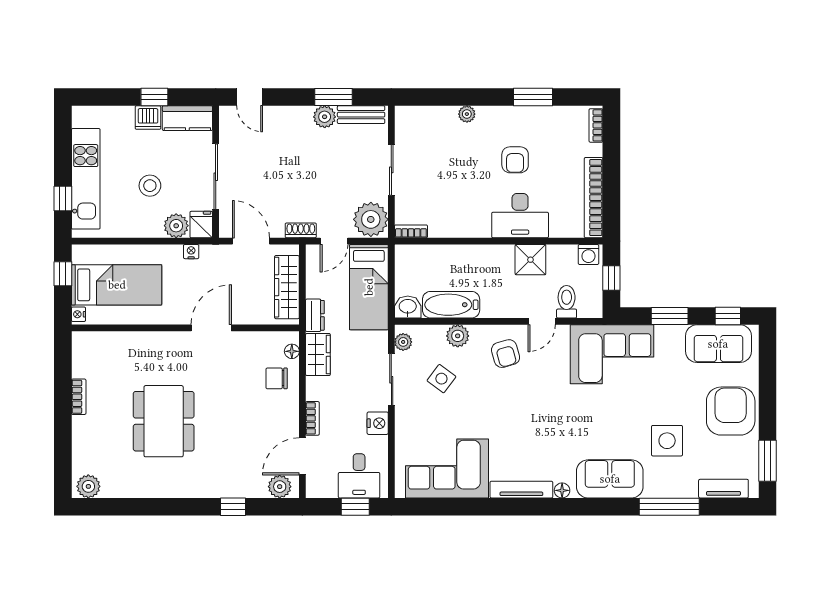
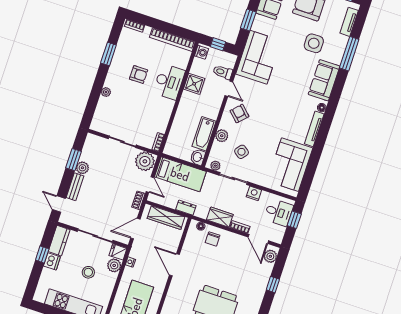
door: (250, 97) -> (59, 204), swing flipped
bench: (361, 115) -> (75, 187), moved
armchair: (506, 354) -> (239, 113), turned -120
wardrobe: (318, 355) -> (220, 217), moved

